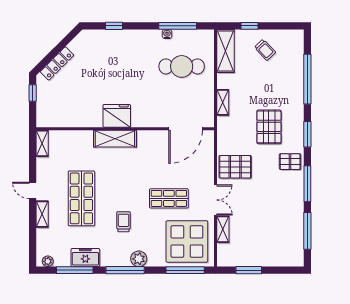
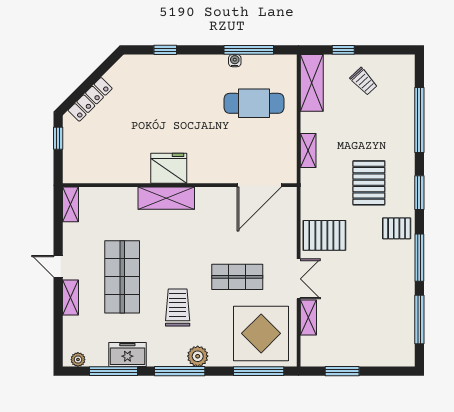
trolley: (124, 222) -> (178, 308), width x1.36, depth x1.39

